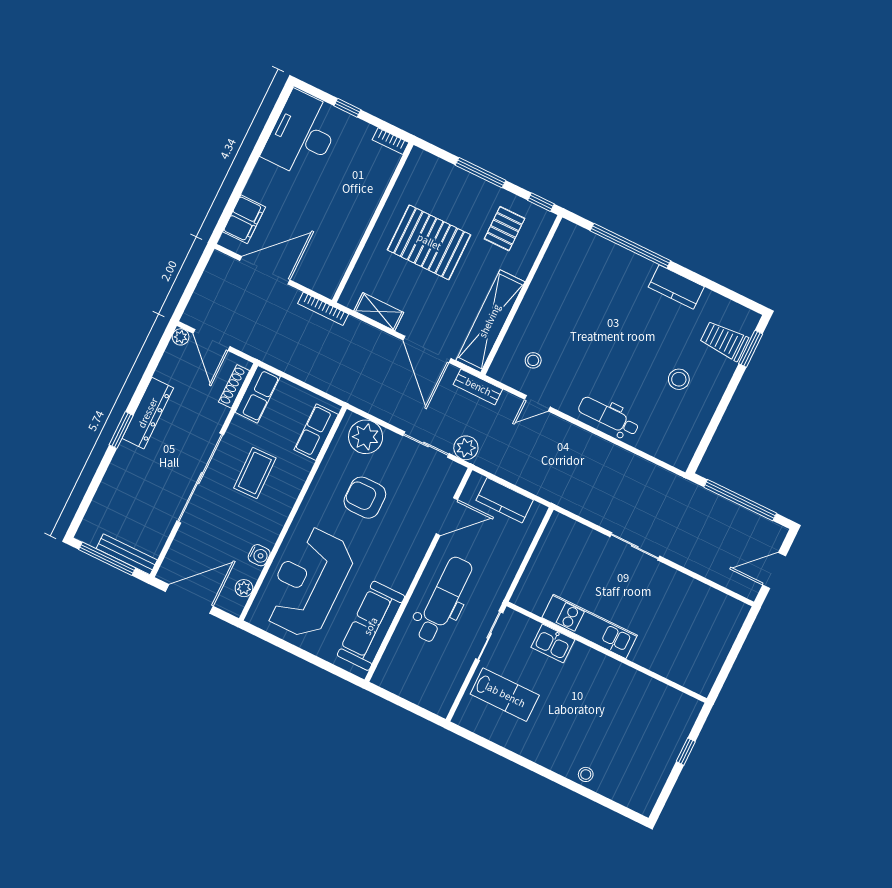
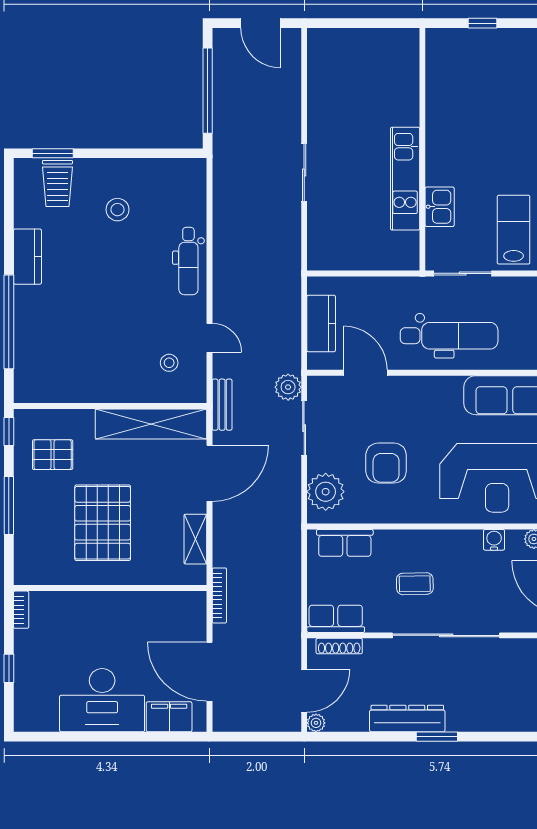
desk: (302, 135) -> (102, 700), moved
coffee table: (255, 473) -> (415, 584), width x0.73, depth x0.77
dental chair: (444, 600) -> (449, 336), turned 180

